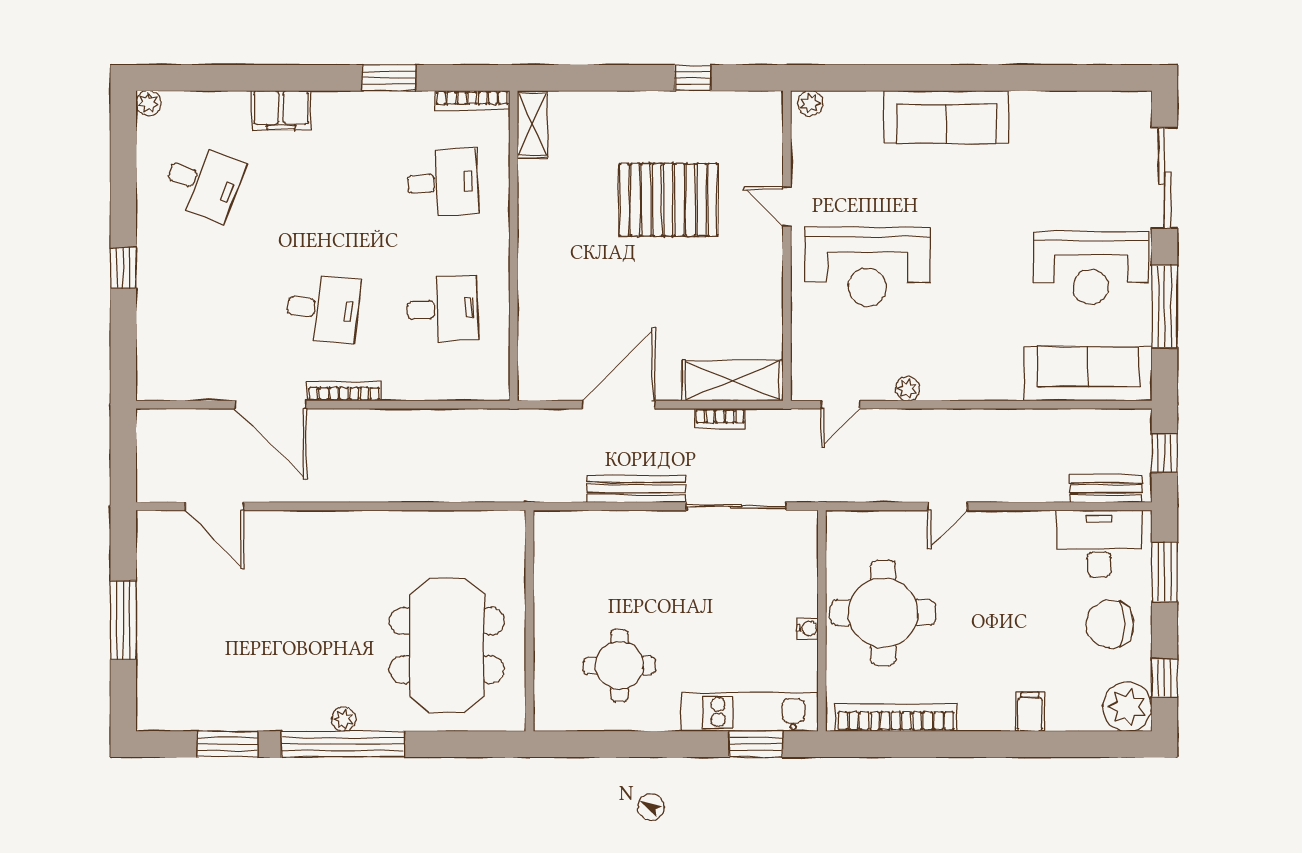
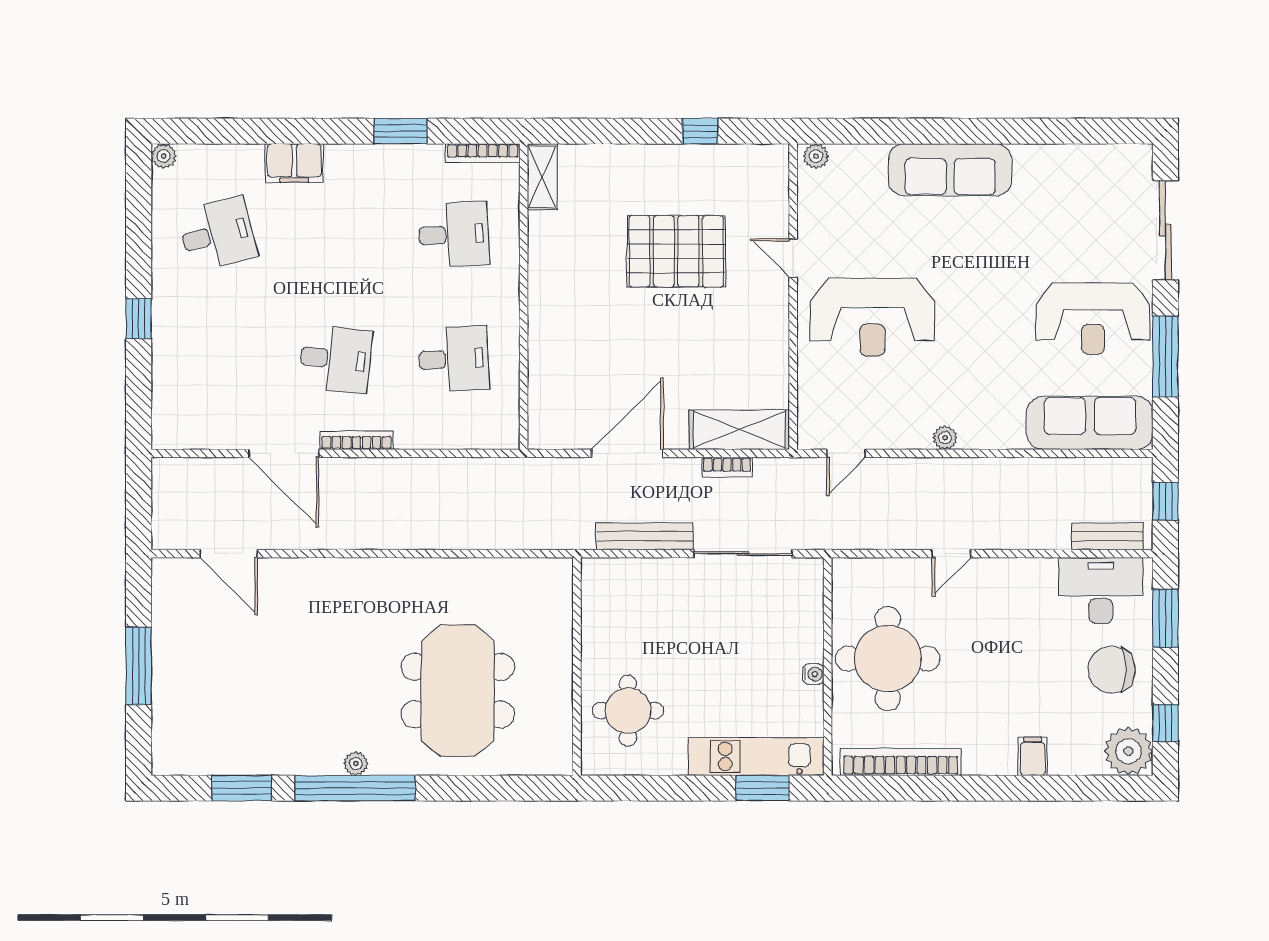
desk: (203, 183) -> (217, 234), turned -36
plant: (907, 389) -> (945, 438), moved
wall: (529, 621) -> (577, 666), moved

